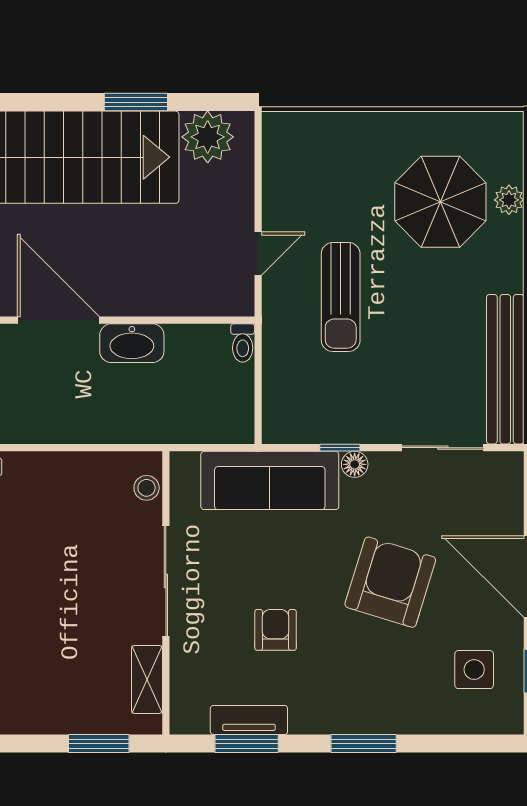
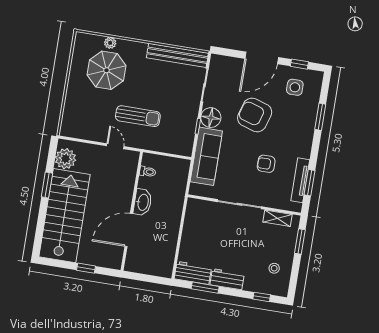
toilet: (243, 343) -> (148, 172), moved
floor lamp: (355, 464) -> (211, 118), width x1.89, depth x1.89
stool: (147, 488) -> (274, 268), moved
tv unit: (249, 720) -> (300, 180), width x1.41
window: (364, 744) -> (320, 117), moved

